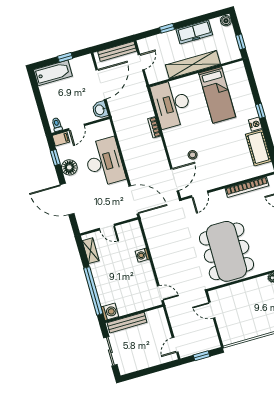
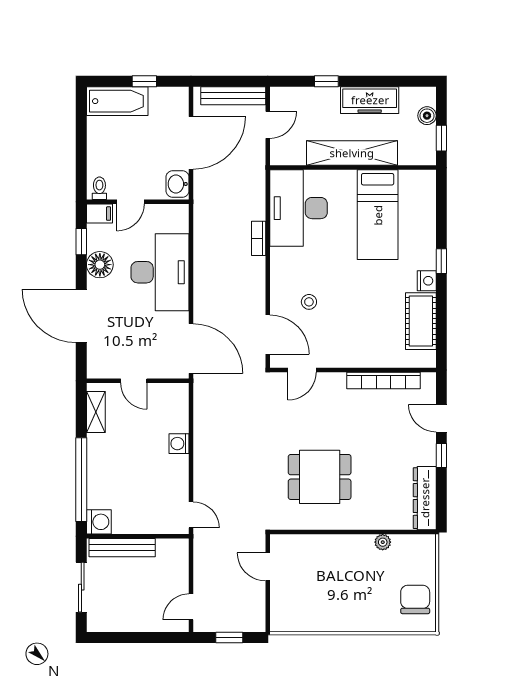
boiler: (226, 21) -> (427, 116), moved
door: (175, 180) -> (268, 335), hinge flipped
dining table: (227, 251) -> (320, 477), width x0.53, depth x0.80

